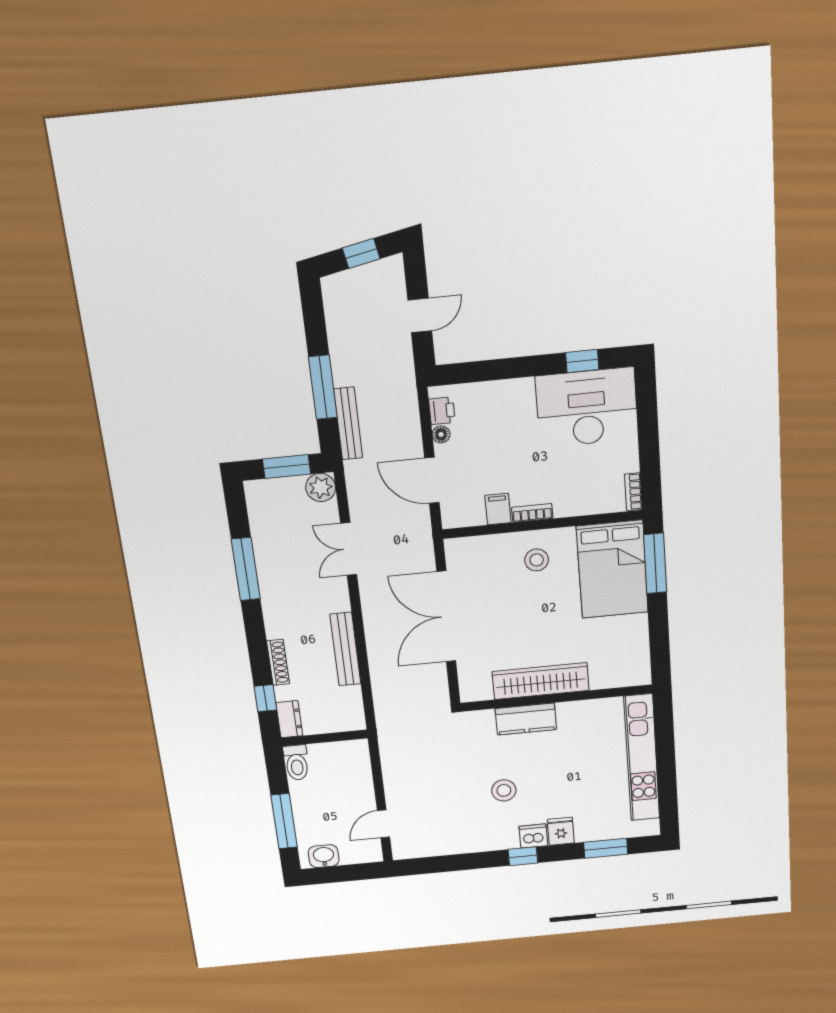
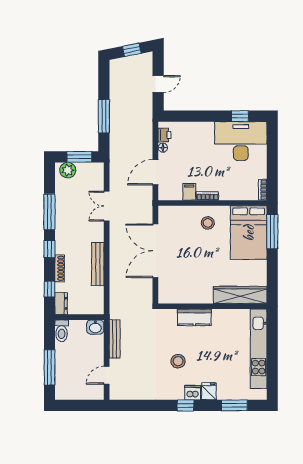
bench: (348, 423) -> (115, 339), moved
door: (432, 480) -> (155, 172), hinge flipped
plant: (321, 487) -> (68, 170), moved
window: (255, 632) -> (50, 249), added
wardrobe: (541, 681) -> (240, 295), moved
washbasin: (324, 856) -> (95, 327), moved, turned 180

